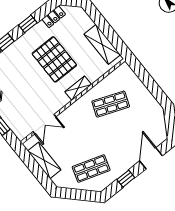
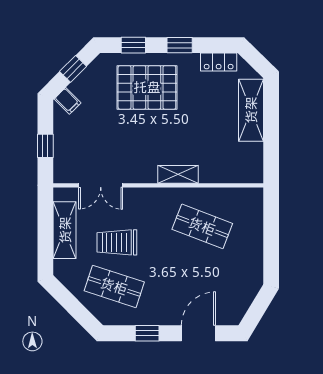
shelving: (102, 44) -> (251, 110), moved
pallet: (54, 59) -> (147, 87), moved, turned 90
trolley: (75, 146) -> (117, 242), added

